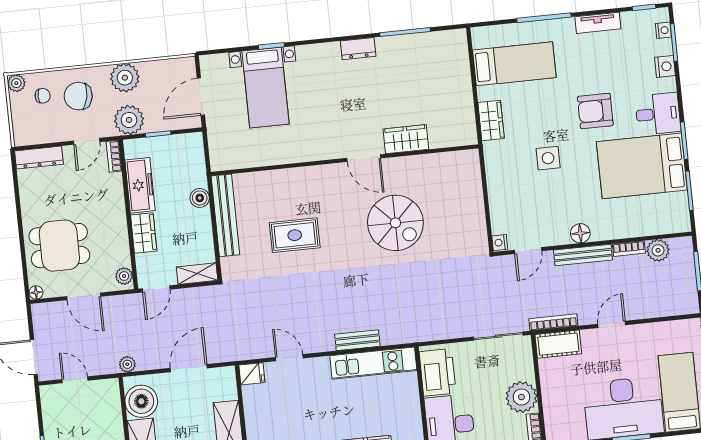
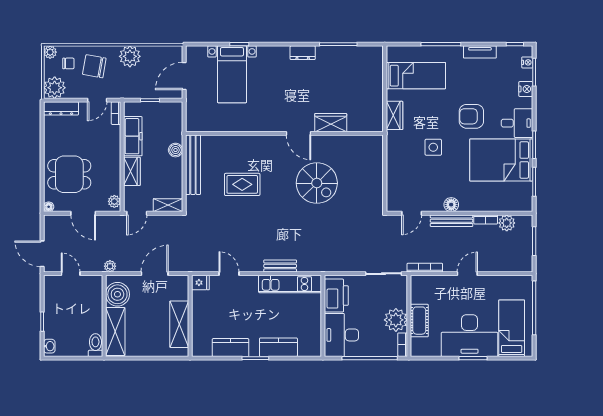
plant: (129, 120) -> (55, 88), moved
nightstand: (500, 243) -> (392, 205), removed
cot: (558, 344) -> (419, 321), moved, turned 90

